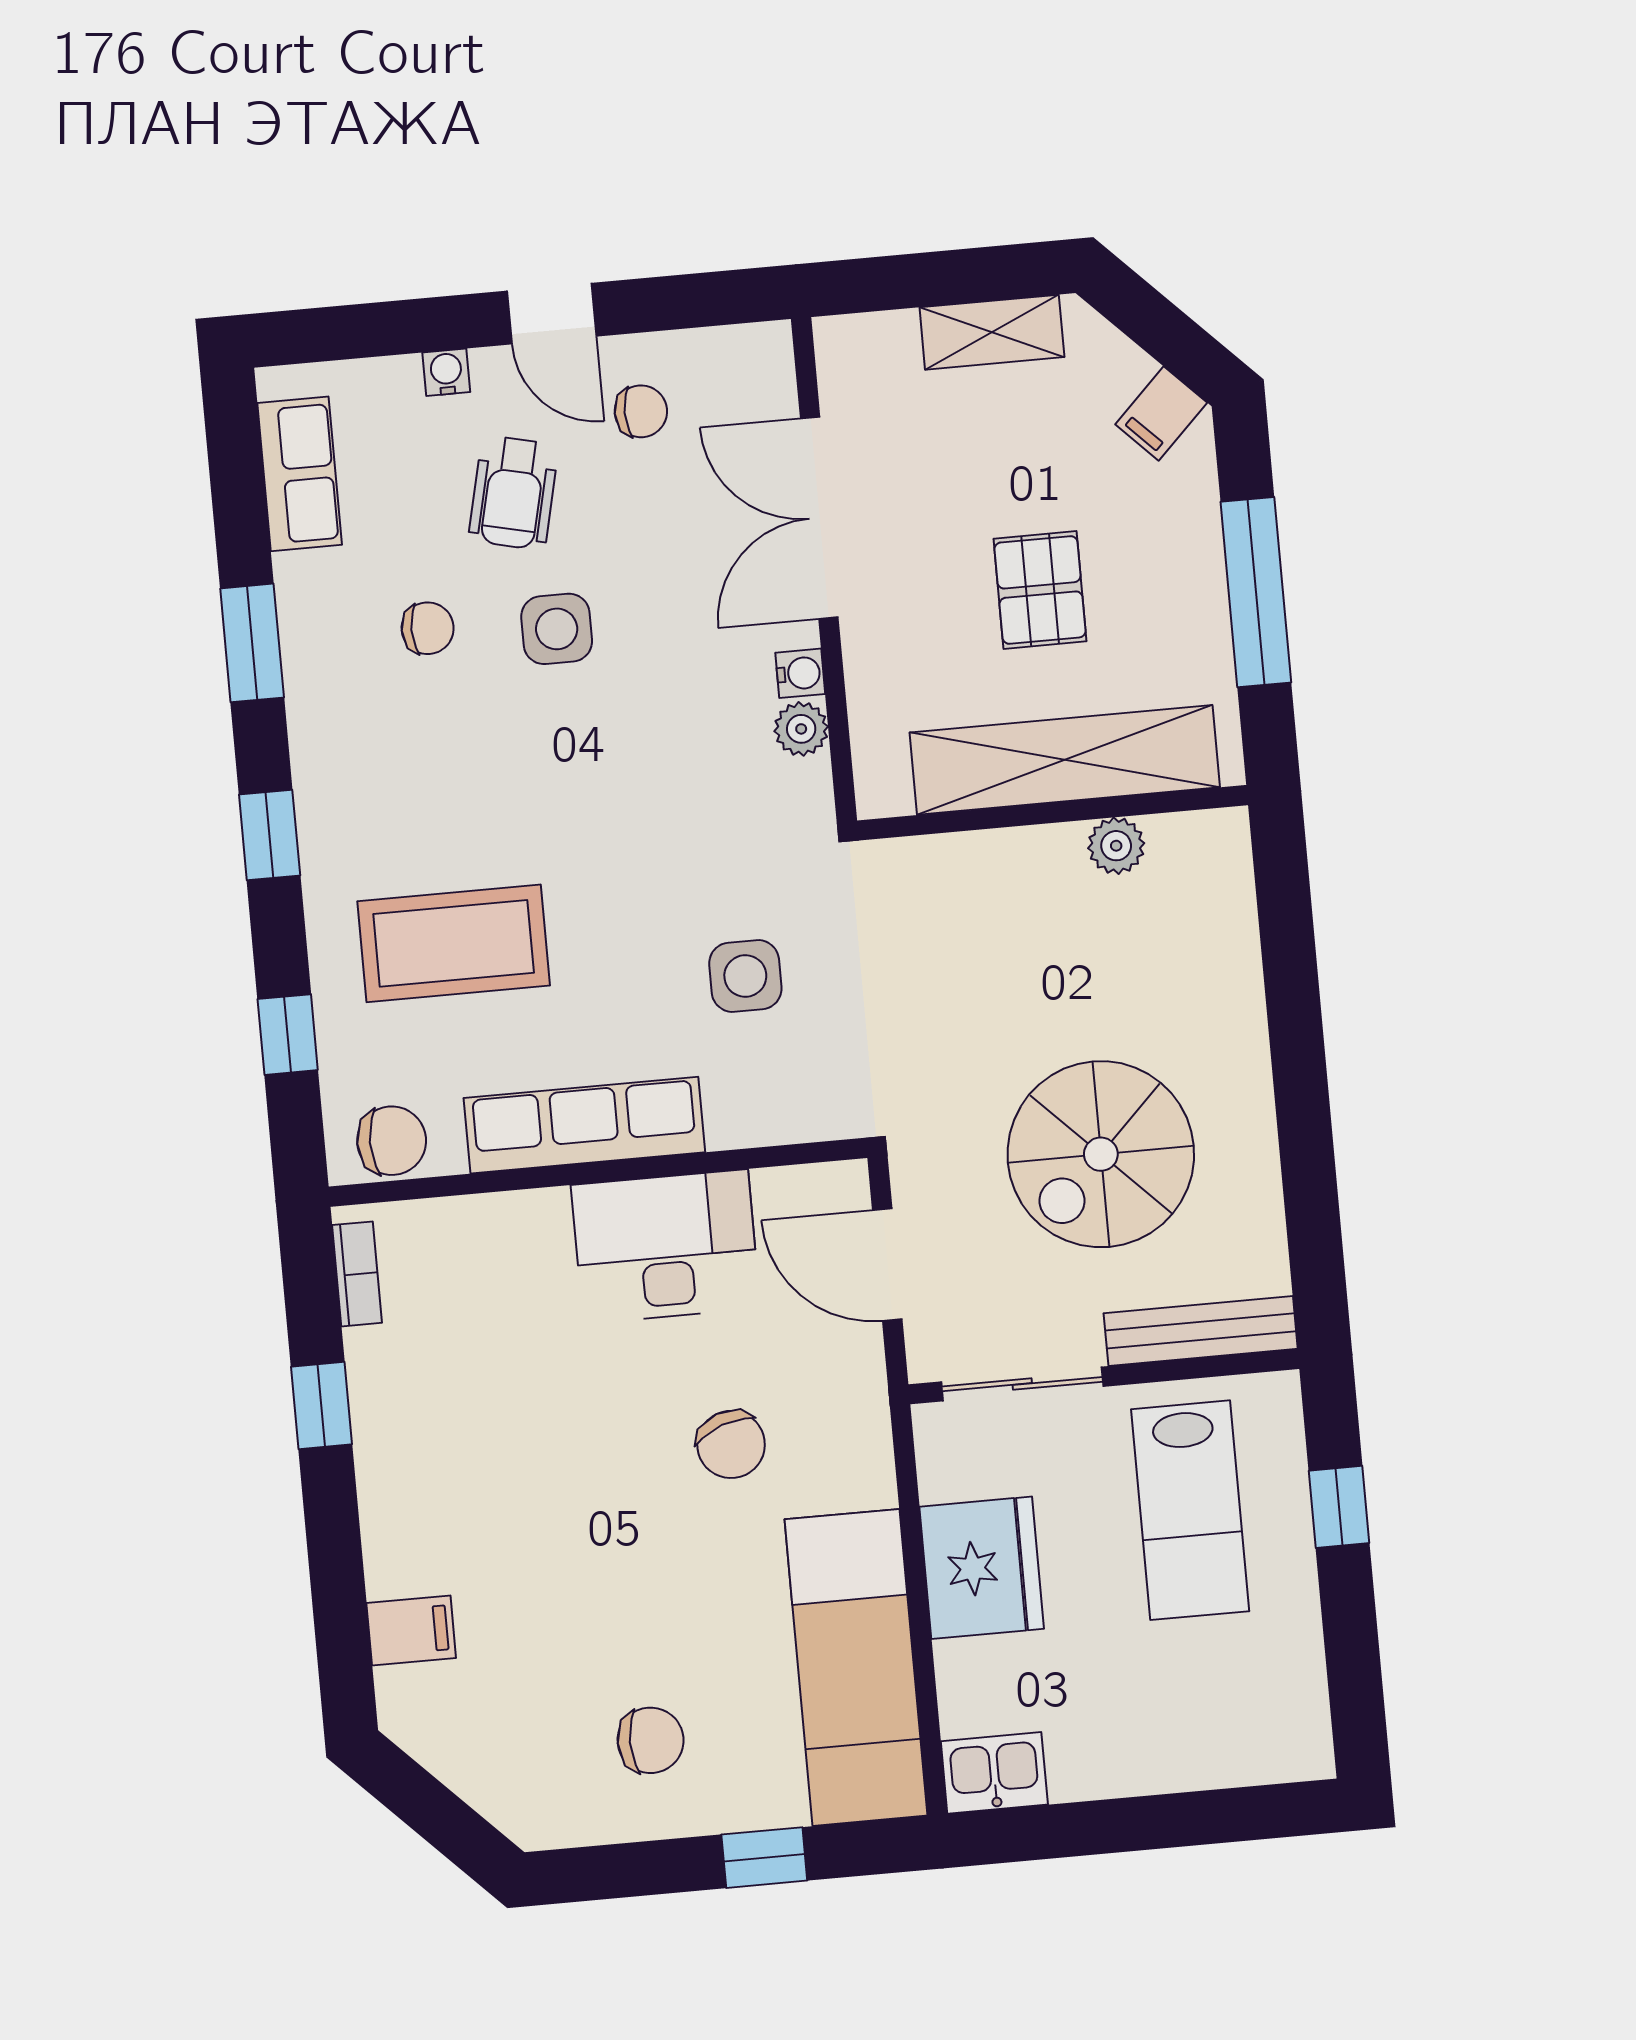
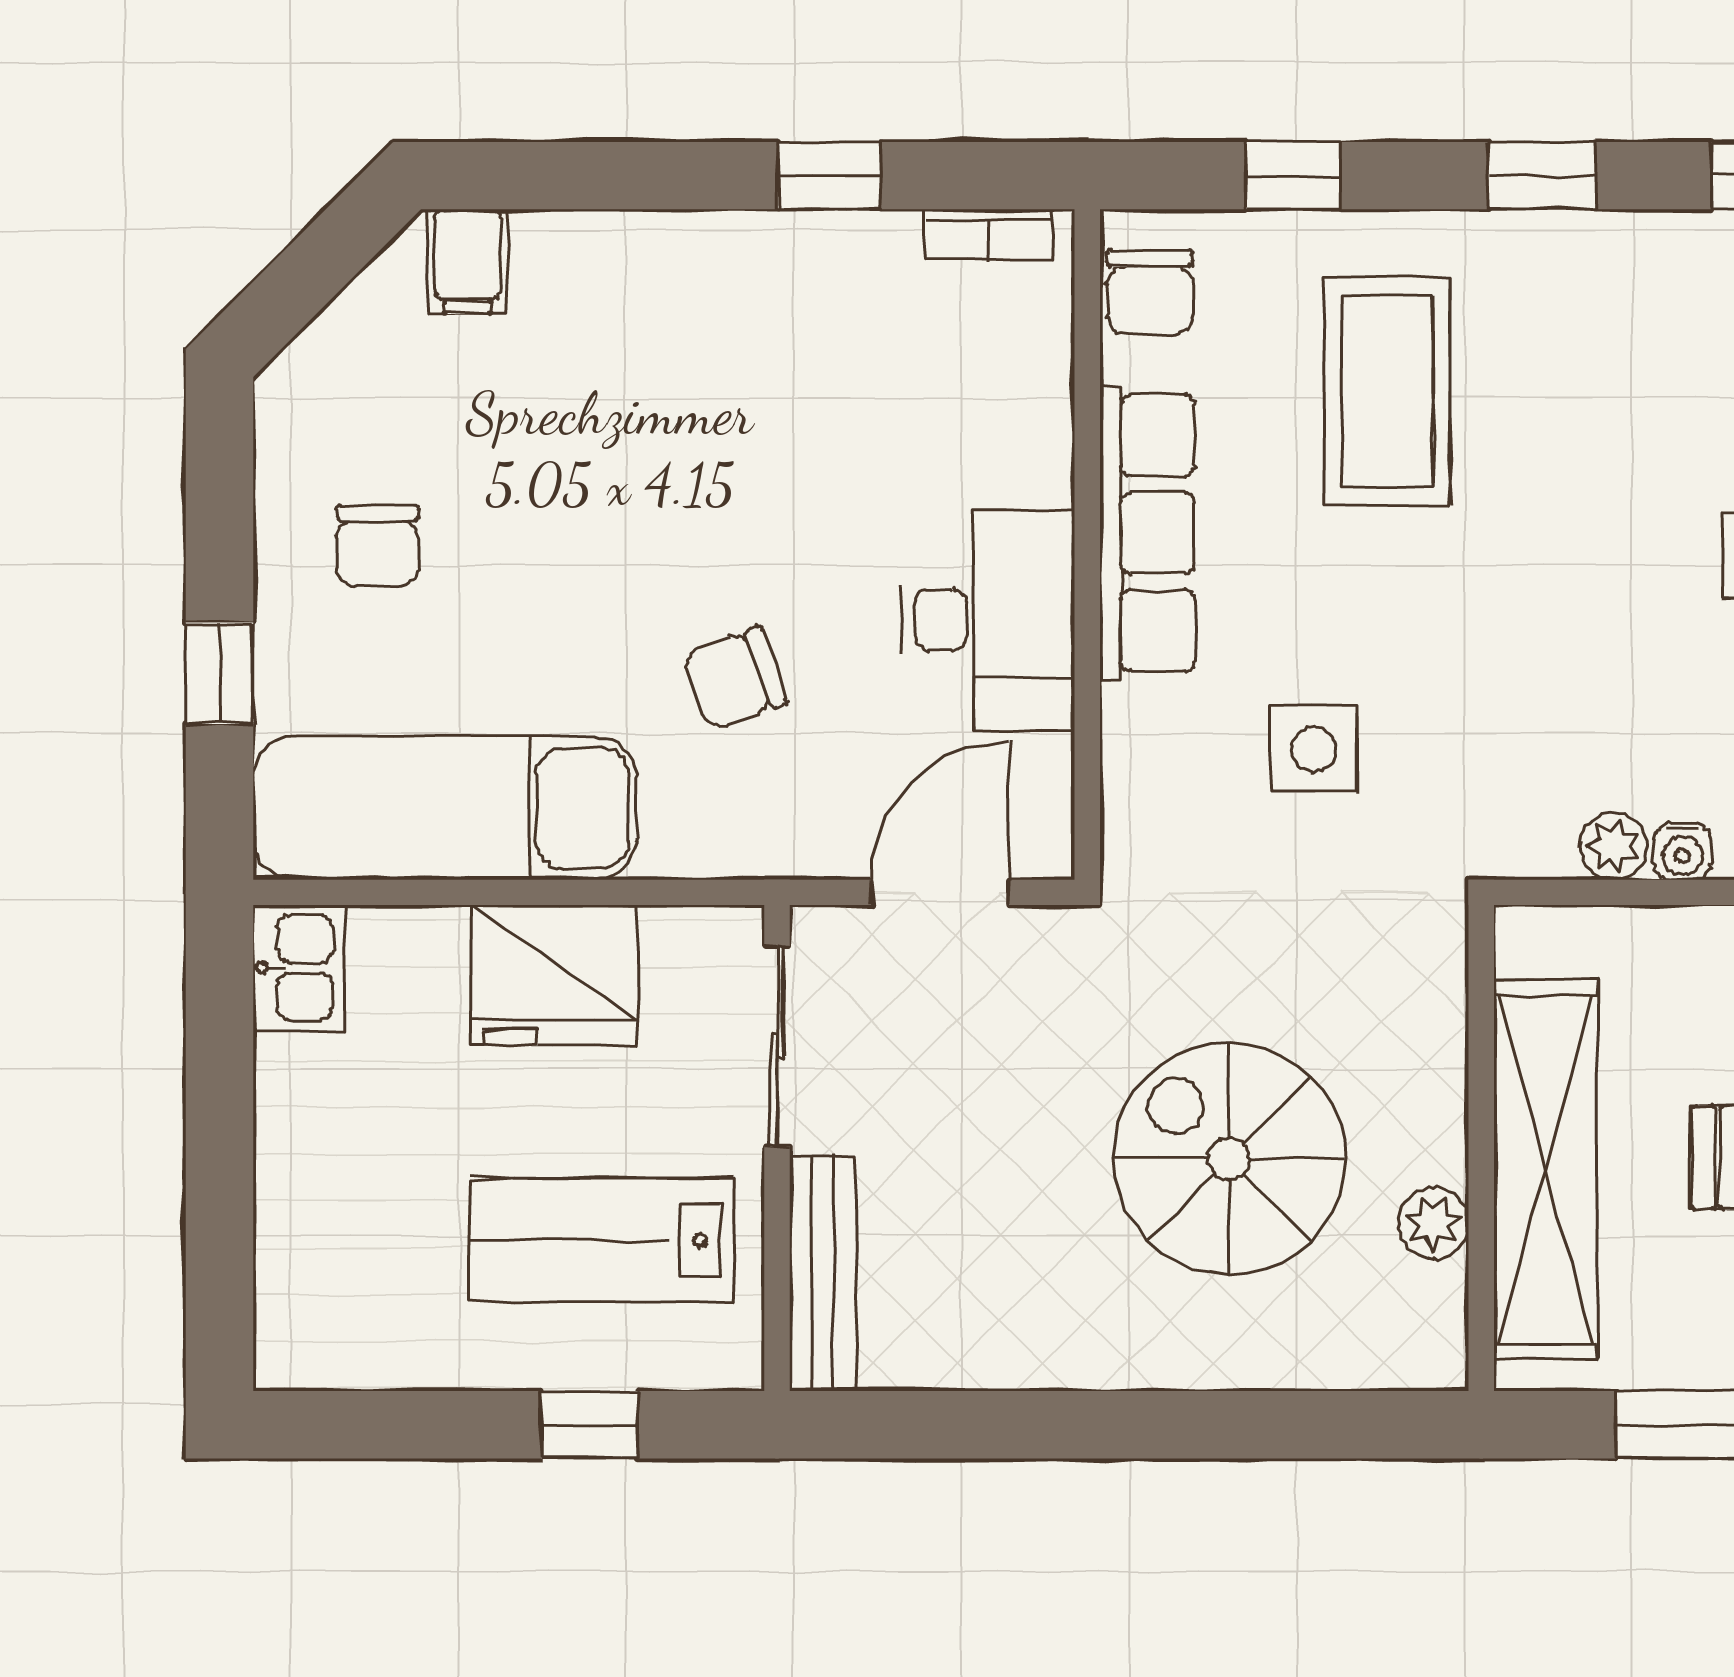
spiral stairs: (1101, 1154) -> (1229, 1159), moved
filing cabinet: (411, 1630) -> (467, 261), moved

